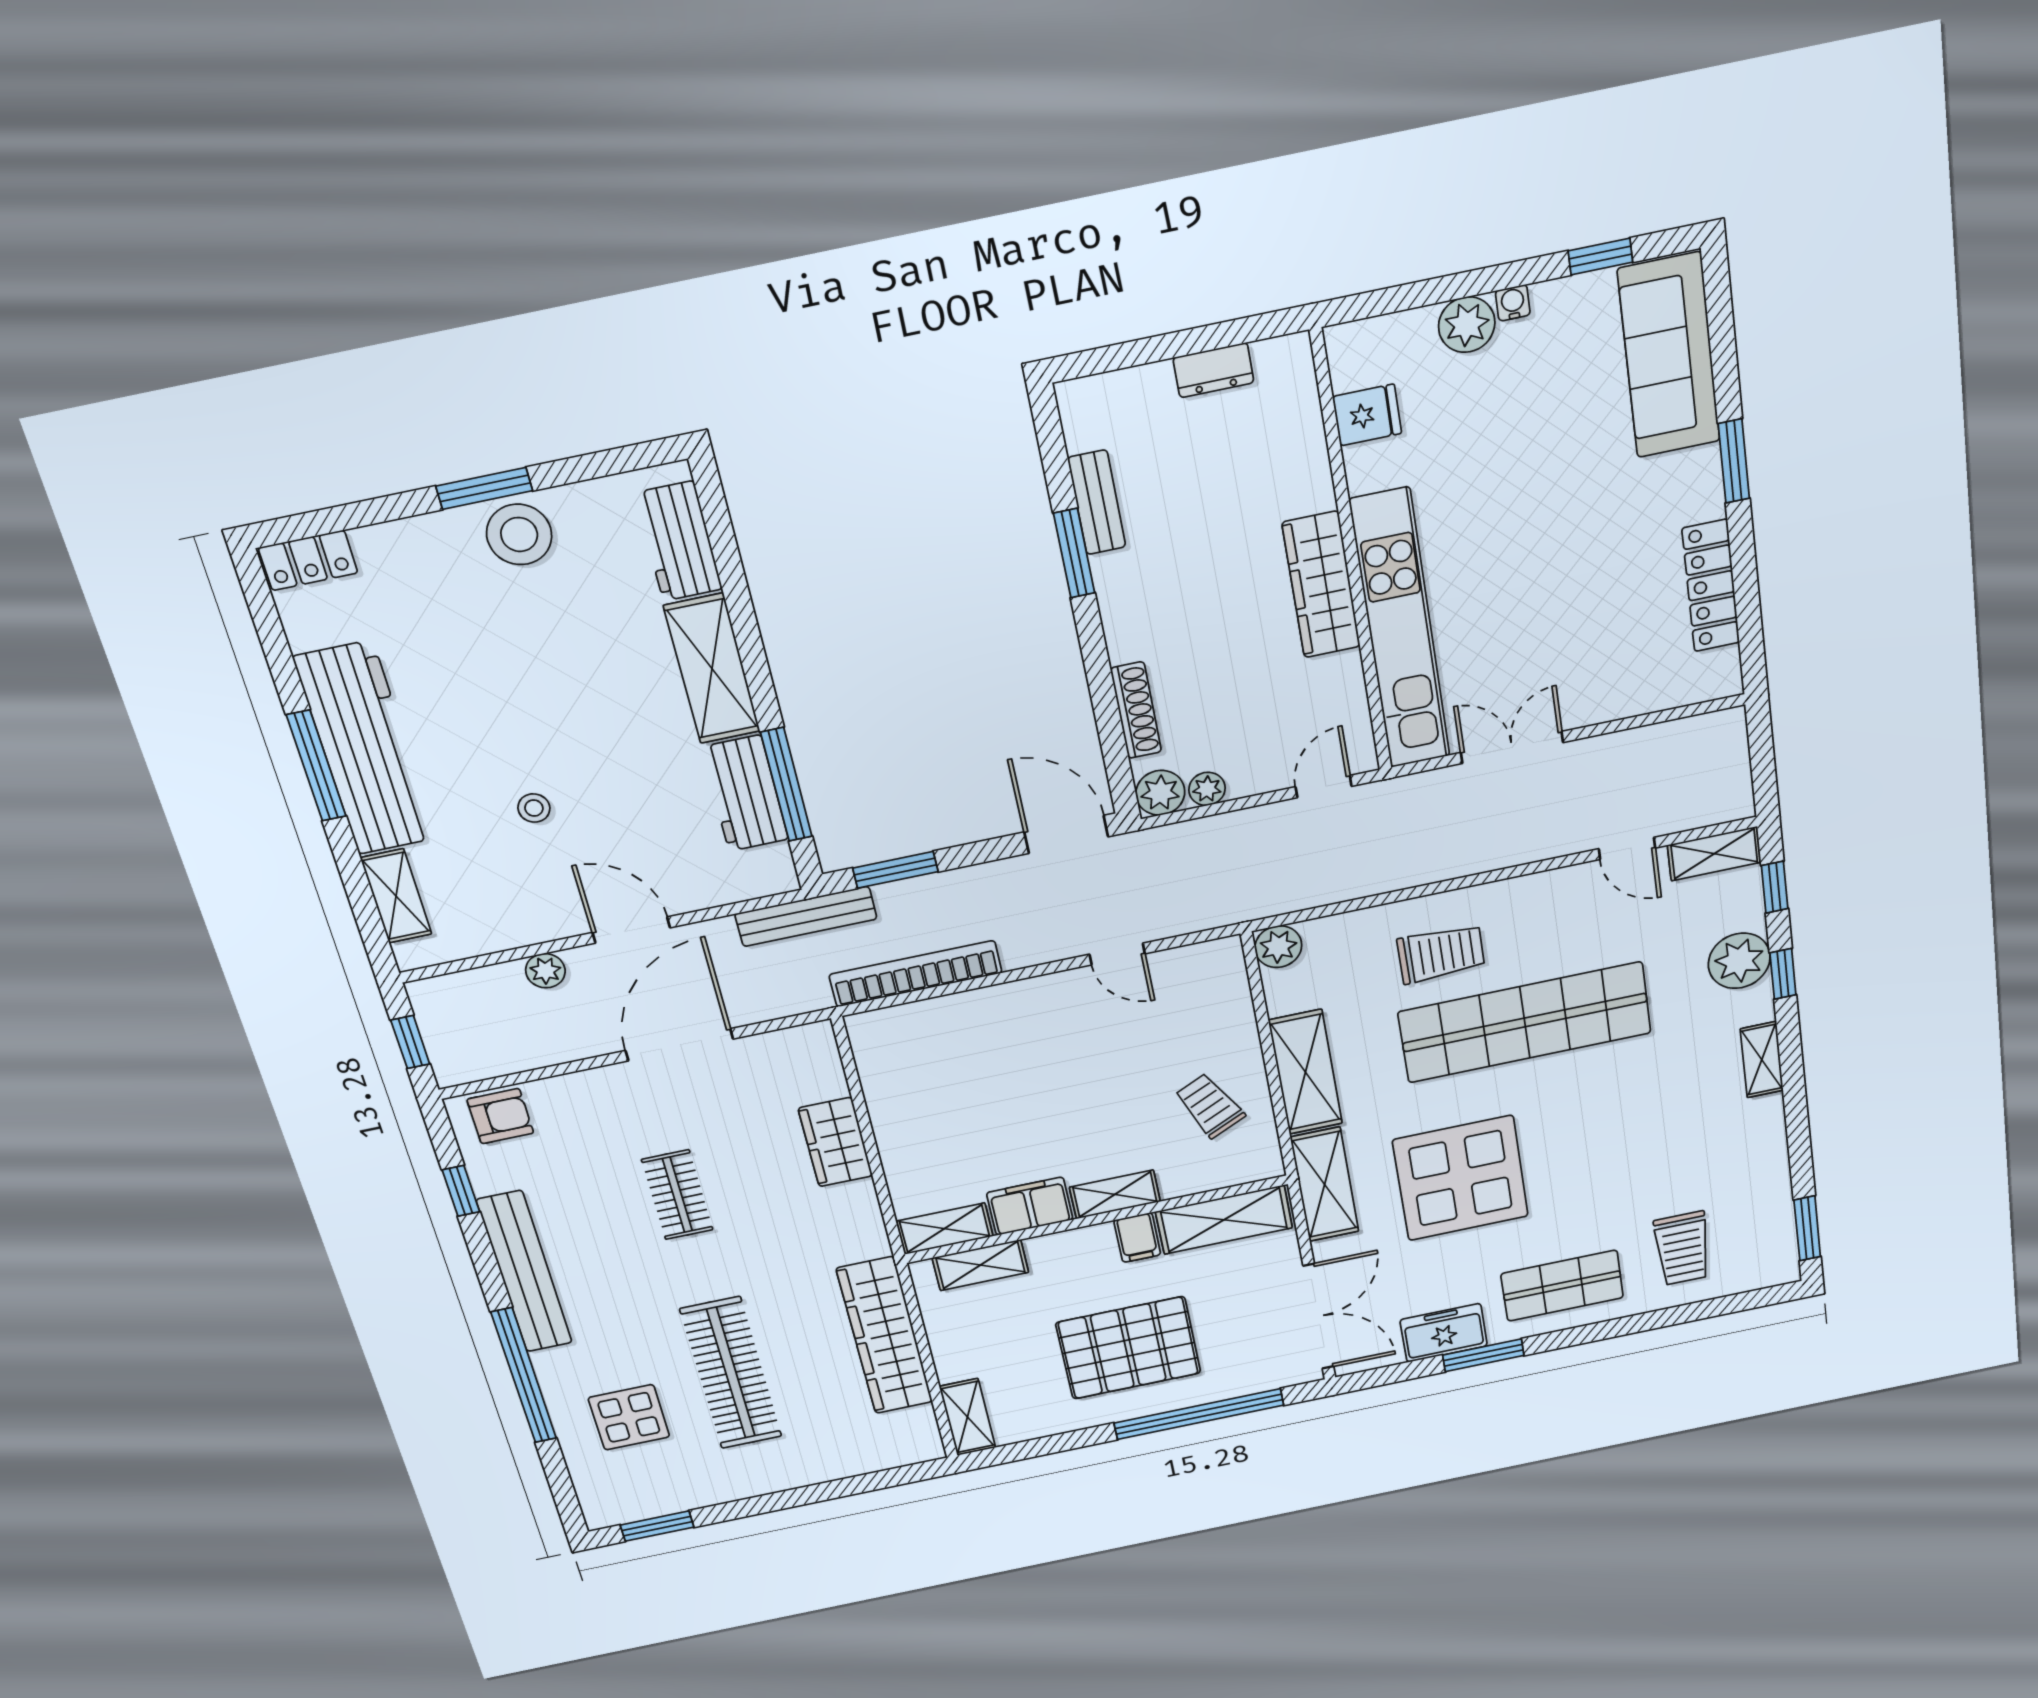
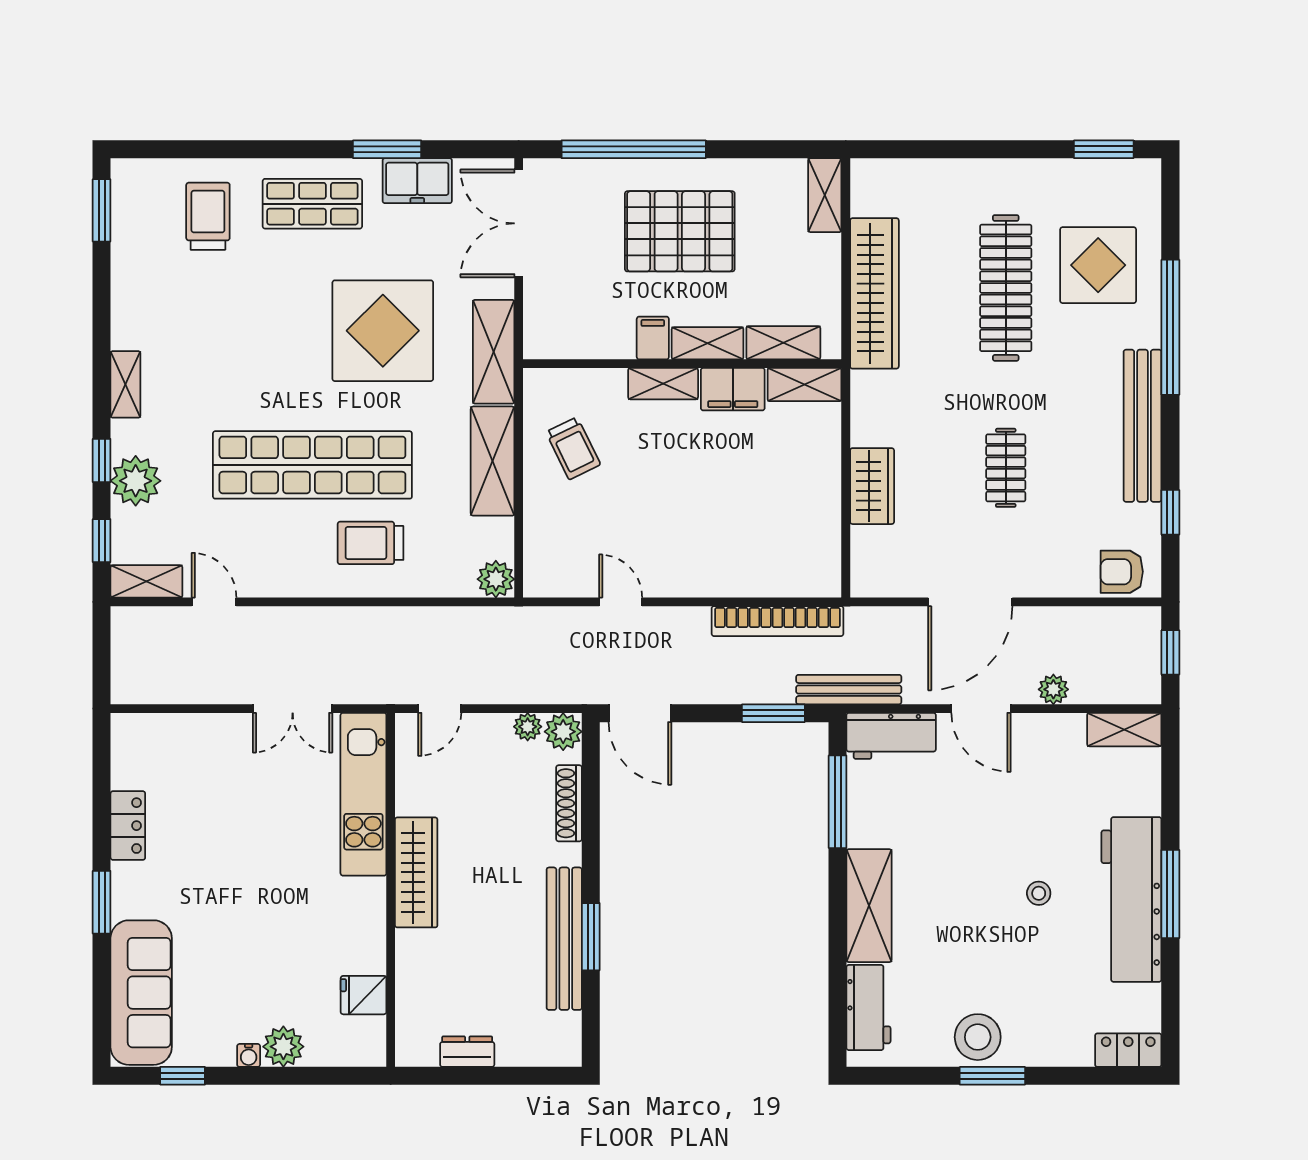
bench: (1097, 502) -> (564, 939), width x1.86, depth x1.21
locker: (1711, 586) -> (128, 826), width x0.66
kitchen unit: (1400, 630) -> (363, 794), width x0.73
workbench: (745, 793) -> (891, 736), moved, turned 90
stool: (534, 808) -> (1039, 893), moved
shelving: (396, 896) -> (1124, 730), moved, turned 90
shelving: (1224, 1220) -> (708, 343), moved, width x0.67, depth x0.75
display table: (629, 1417) -> (1098, 265), width x1.36, depth x1.36

